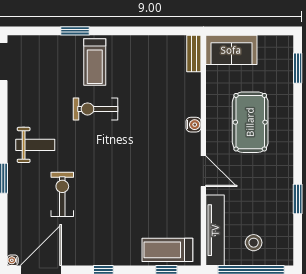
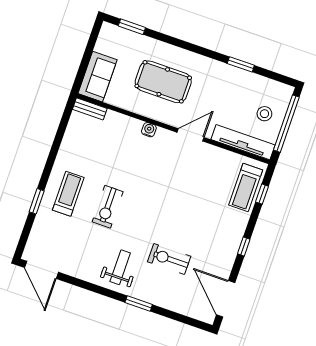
treadmill: (95, 62) -> (68, 194), turned -90
water cooler: (13, 260) -> (210, 319), removed

